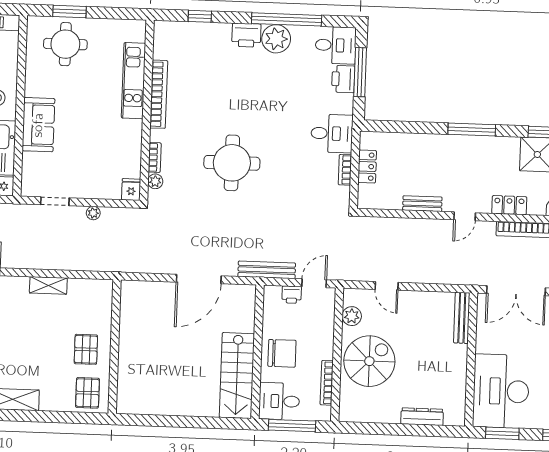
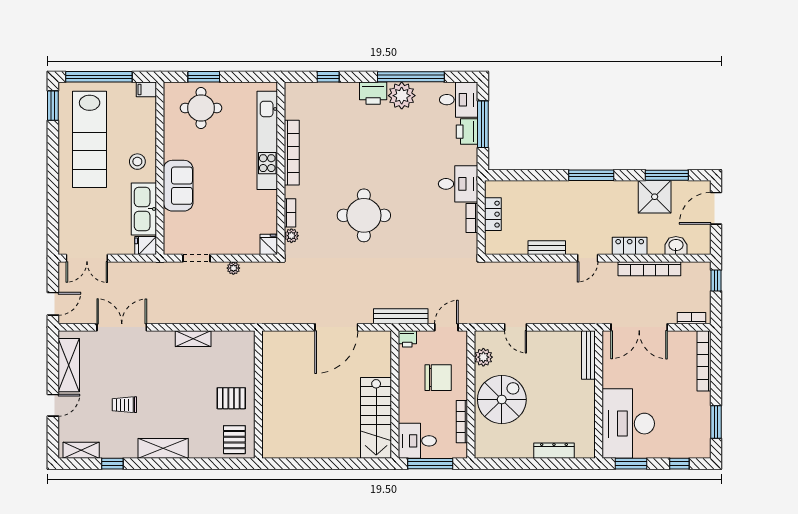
kitchen unit: (134, 81) -> (267, 140), width x1.36
printer: (292, 295) -> (407, 339), moved
pallet: (86, 349) -> (231, 398), turned 90
chair: (282, 353) -> (438, 378), moved

